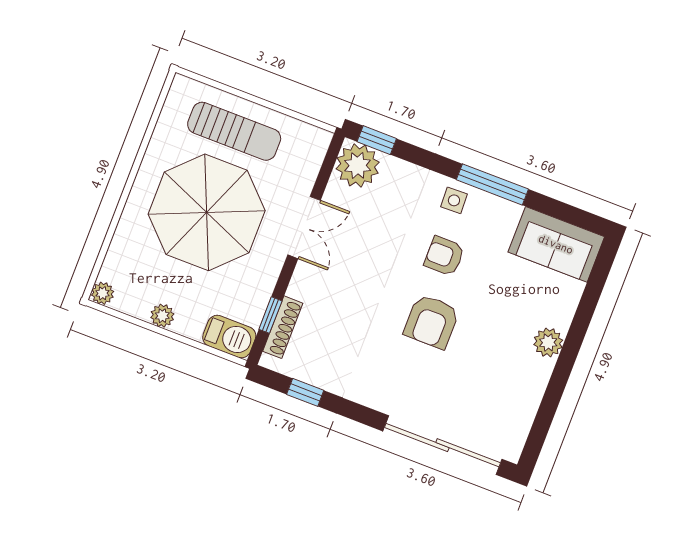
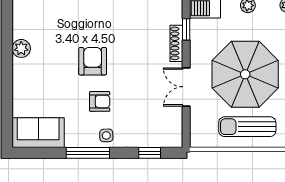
window: (377, 140) -> (150, 153), moved
plant: (358, 165) -> (169, 134), removed
shoe rack: (283, 327) -> (176, 43), moved
plant: (548, 342) -> (21, 48), moved

